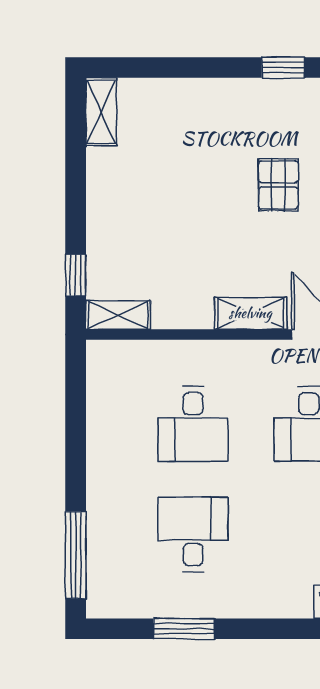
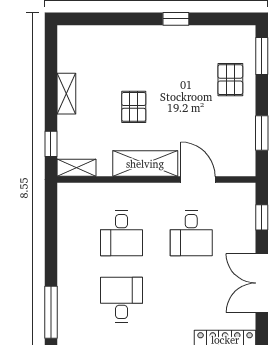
shelving: (101, 112) -> (66, 94), moved
pallet: (278, 185) -> (134, 107), moved
shelving: (250, 313) -> (145, 164), width x1.50, depth x1.33

